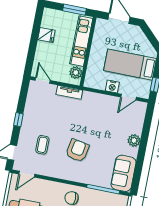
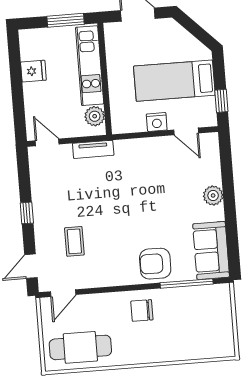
door: (128, 97) -> (186, 131), hinge flipped
armchair: (77, 150) -> (155, 264), moved, turned -100

